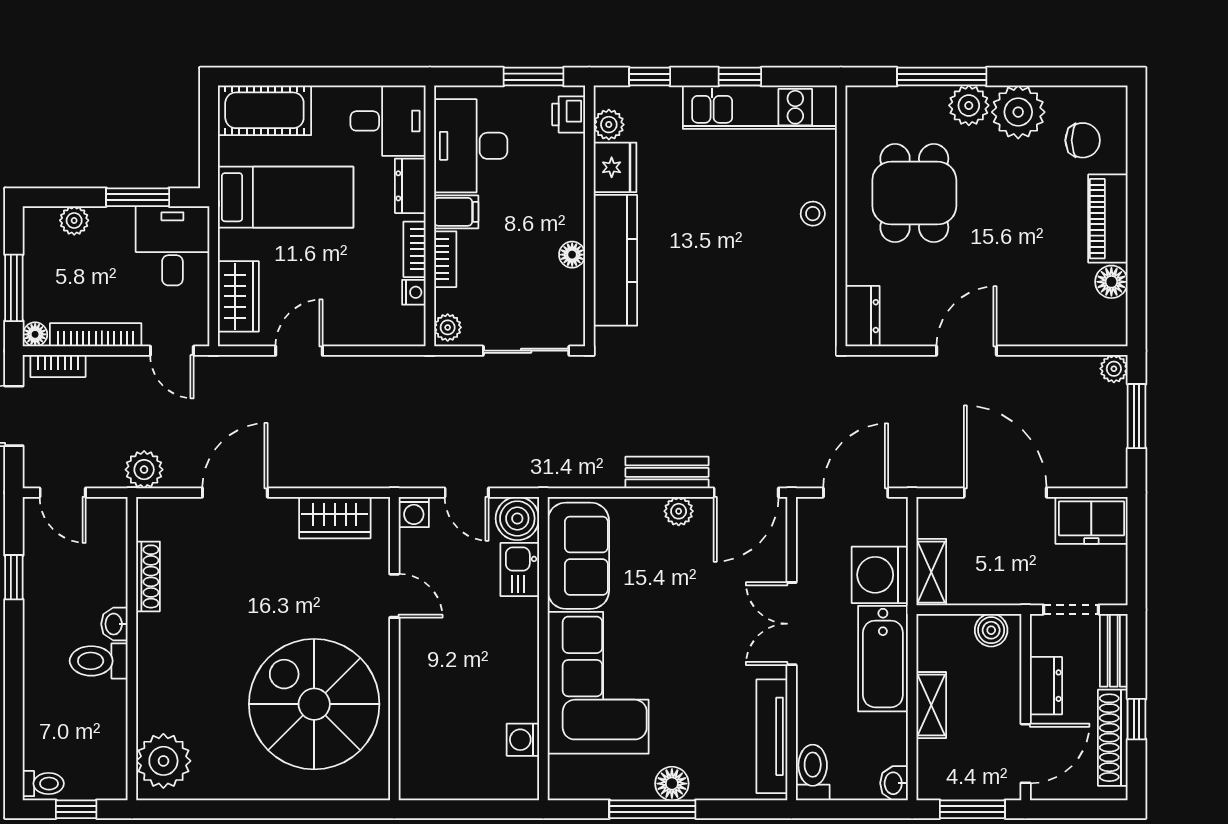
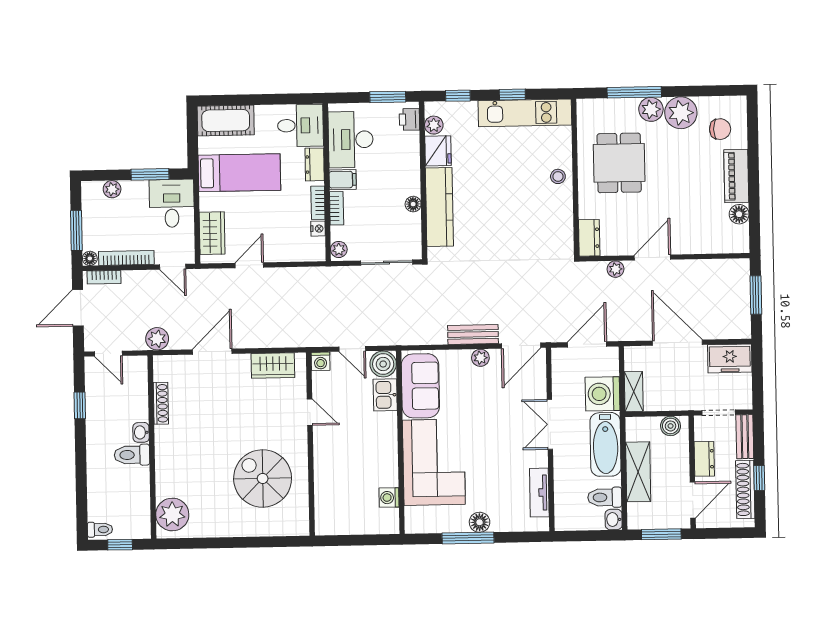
plant: (1114, 369) -> (615, 269), moved
spiral stairs: (314, 704) -> (263, 478), width x0.73, depth x0.73
shelving: (931, 705) -> (638, 472), width x1.50, depth x1.33
tv unit: (772, 736) -> (539, 493), width x0.71
toilet: (813, 772) -> (605, 497), moved, turned -90

